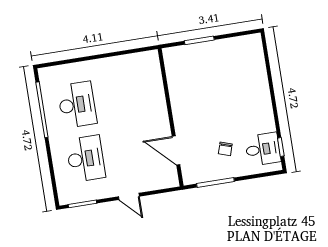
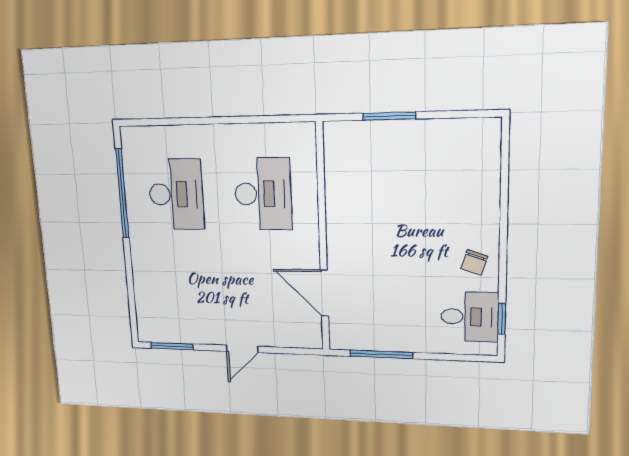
chair: (225, 149) -> (474, 262), moved
desk: (86, 159) -> (263, 194), moved
door: (129, 196) -> (242, 349), hinge flipped

